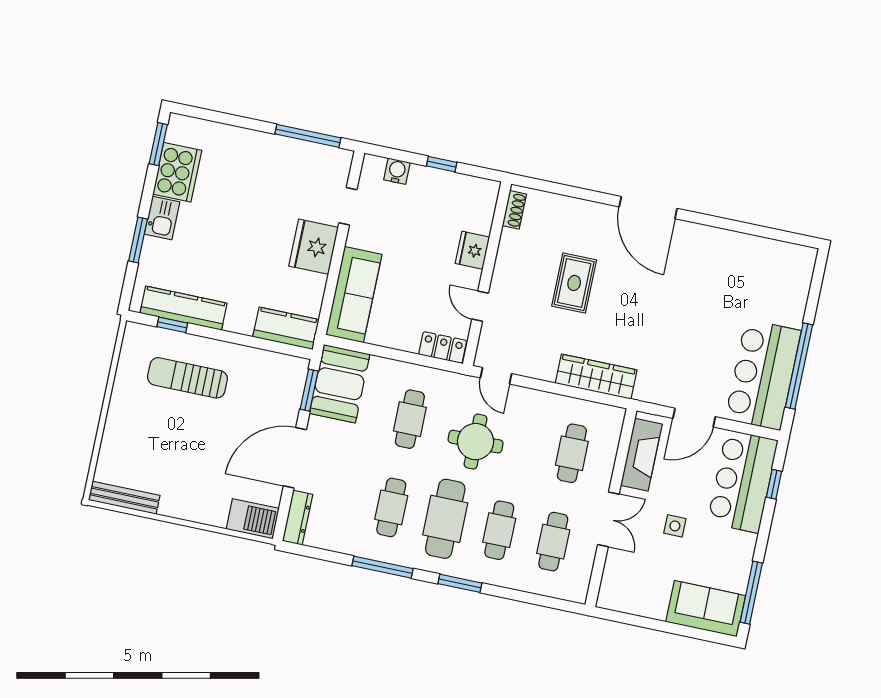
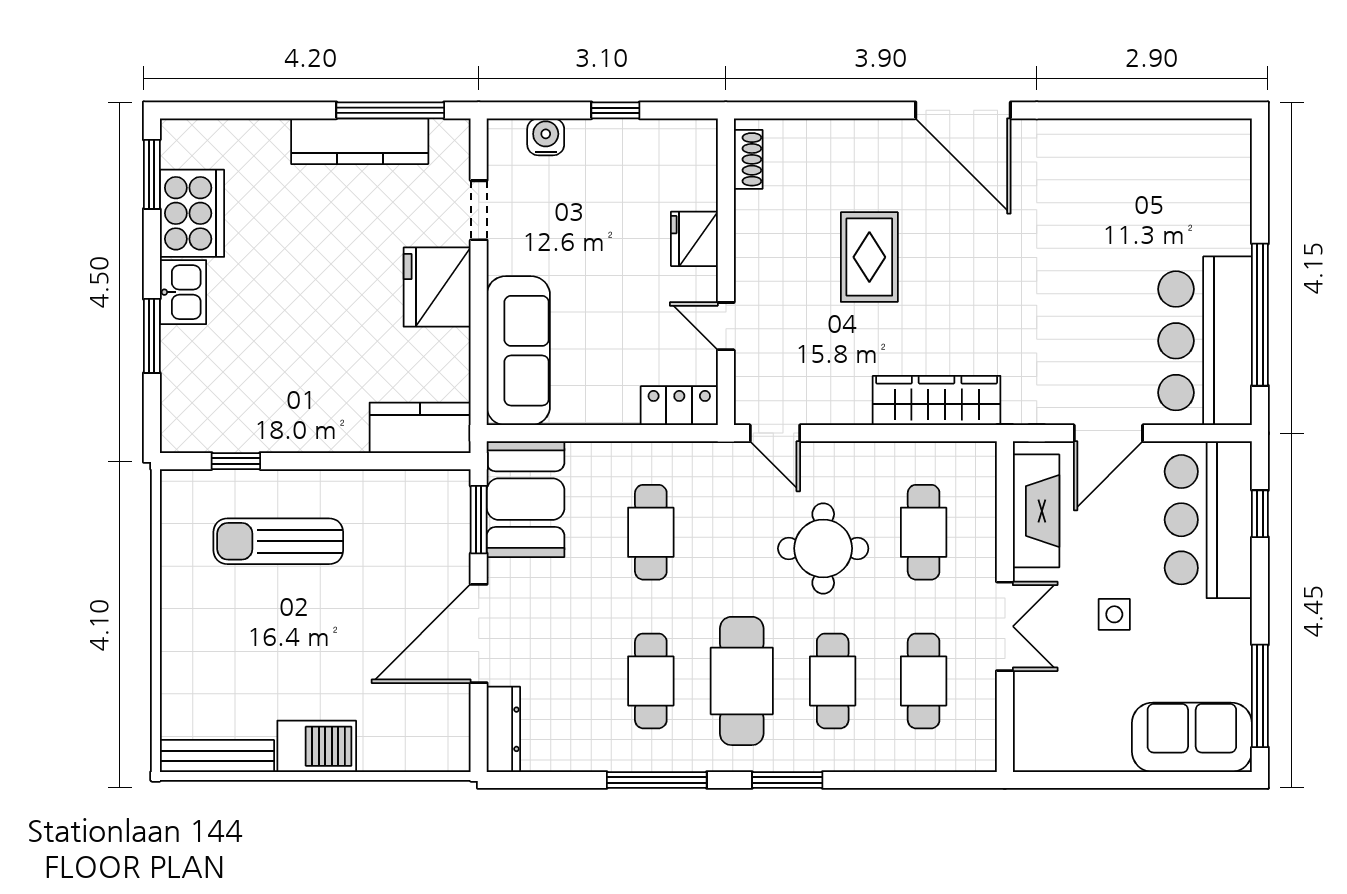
kitchen counter: (184, 308) -> (360, 141), moved, turned 180
round table: (476, 442) -> (823, 548), moved
barbecue: (253, 519) -> (317, 746), moved

